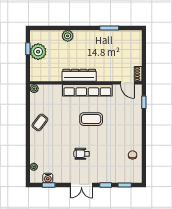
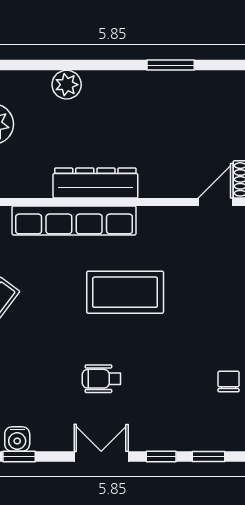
door: (127, 83) -> (216, 202), swing flipped
row of seats: (87, 90) -> (74, 220), moved
coffee table: (91, 119) -> (125, 292), width x1.36, depth x1.32
double door: (81, 185) -> (101, 456), swing flipped

